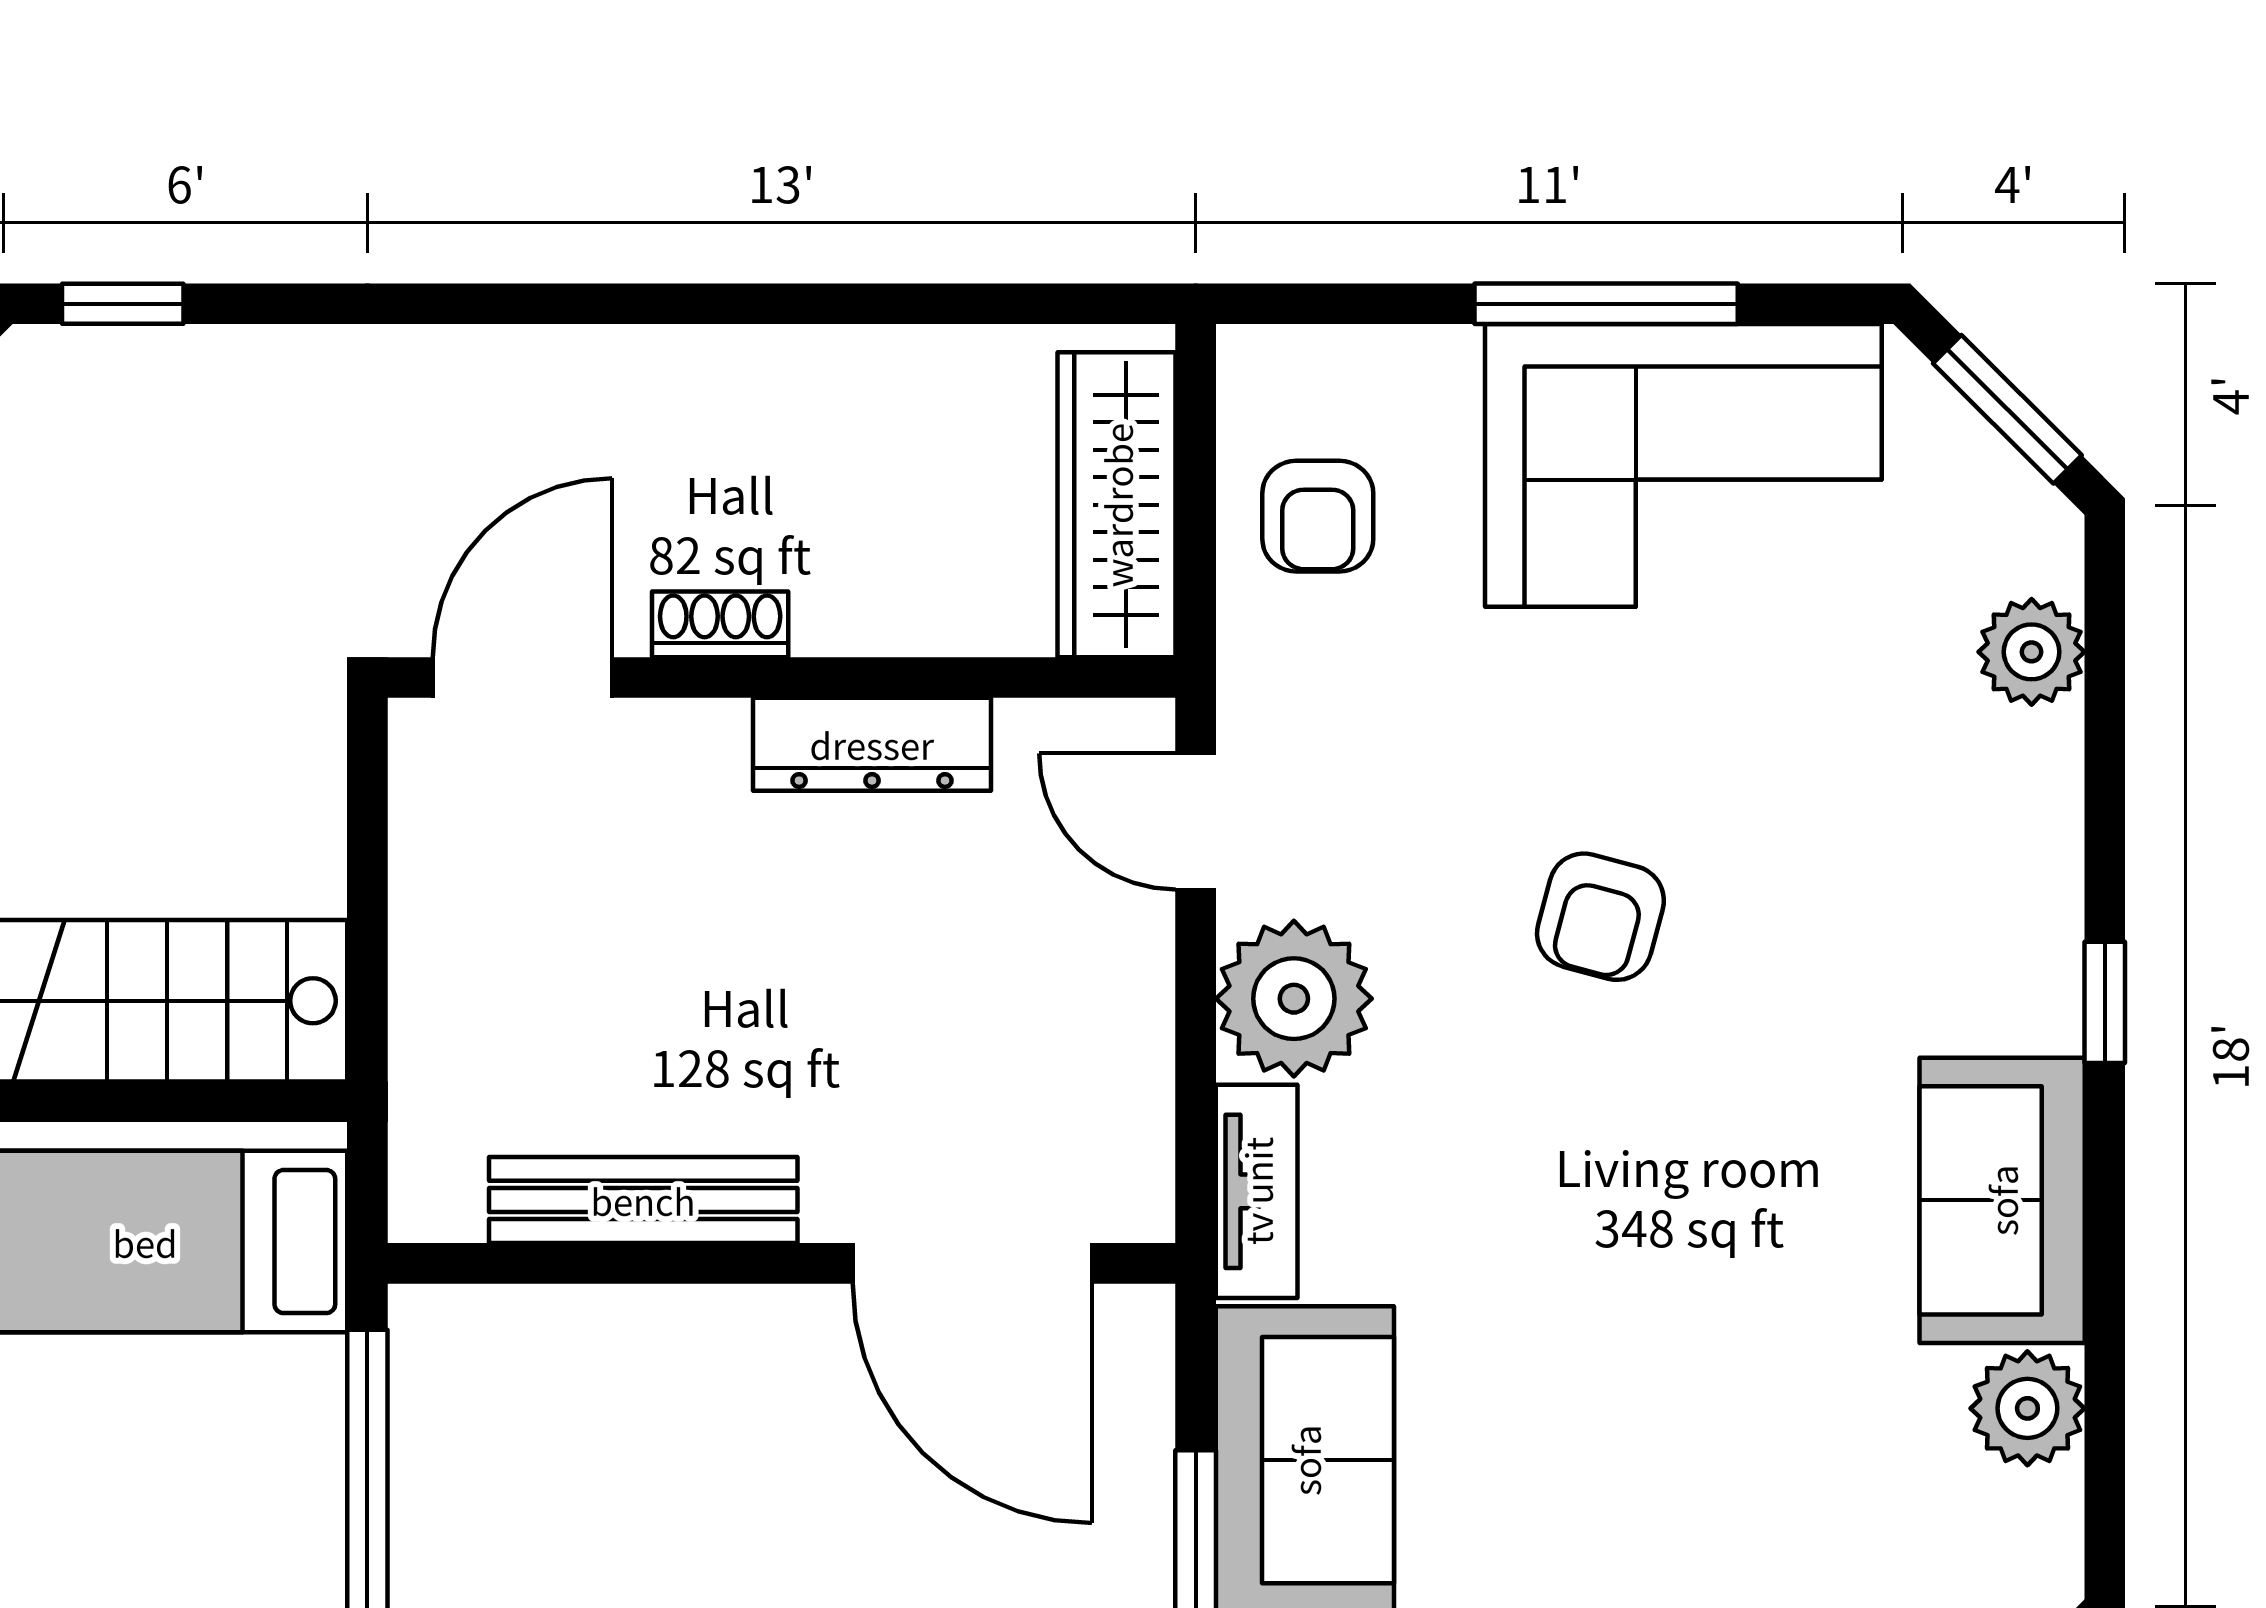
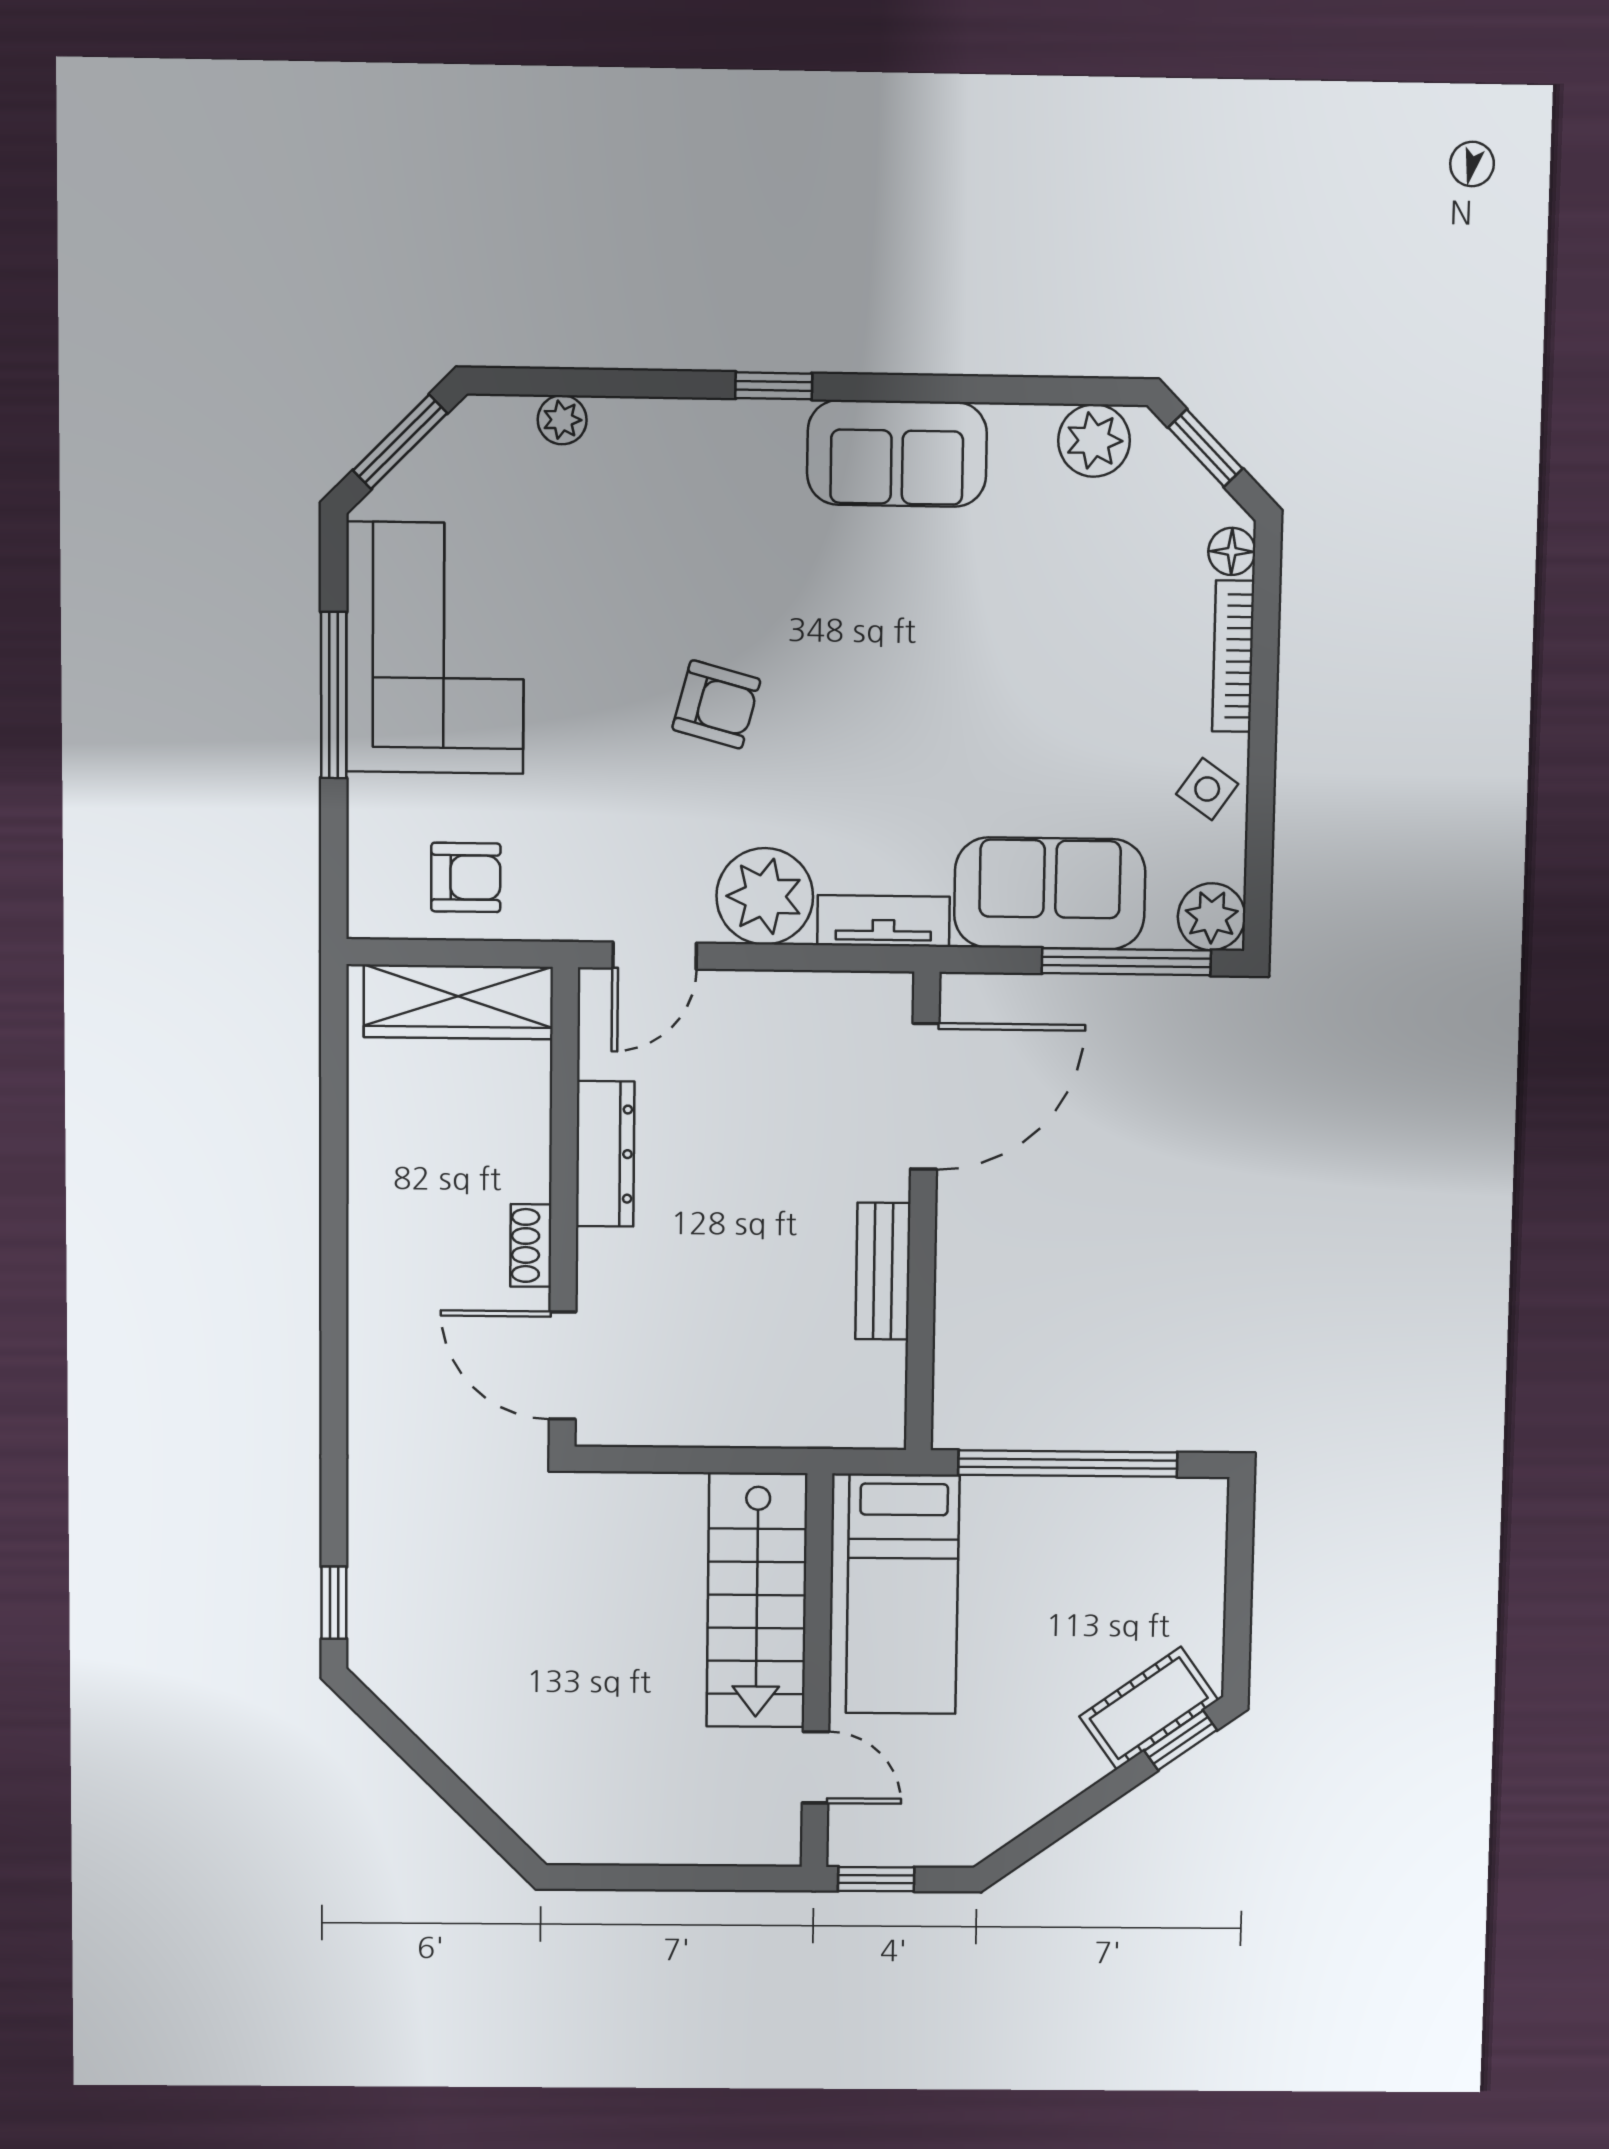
plant: (2032, 652) -> (562, 420), width x0.73, depth x0.73
bench: (643, 1200) -> (883, 1271), width x0.73
plant: (2027, 1408) -> (1094, 441), moved

